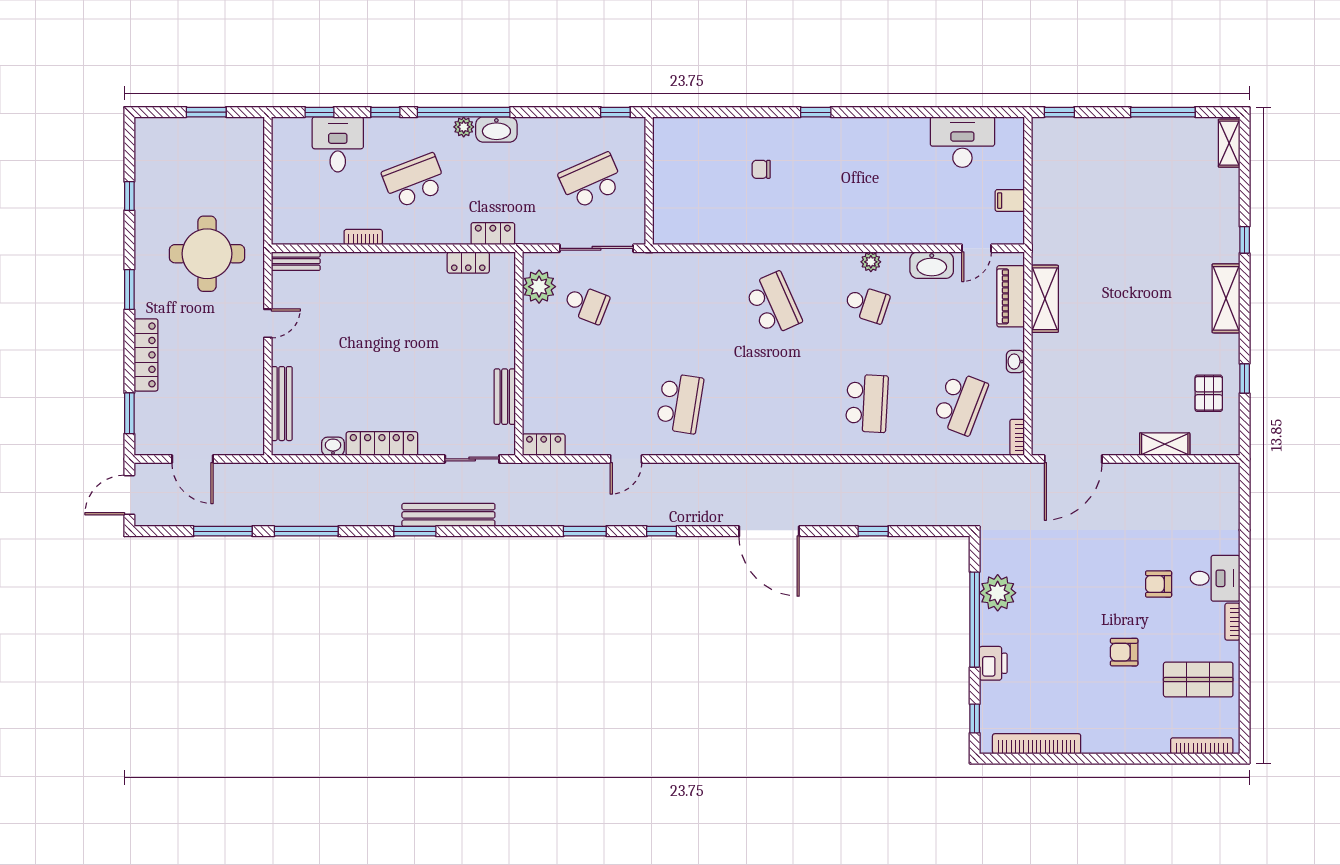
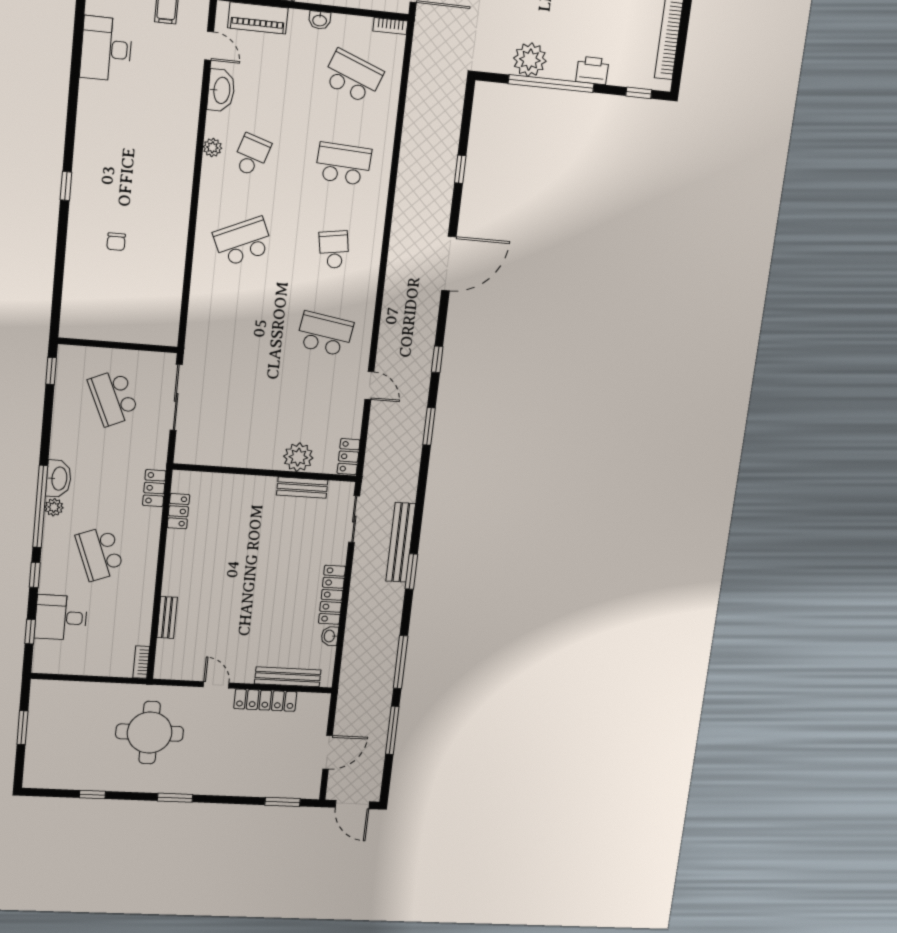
bookcase: (363, 237) -> (141, 662), moved
bench: (296, 261) -> (167, 617), moved
plant: (539, 287) -> (298, 457), moved
school desk: (586, 304) -> (334, 250), moved, turned -30
locker: (146, 355) -> (265, 700), moved, turned 180

